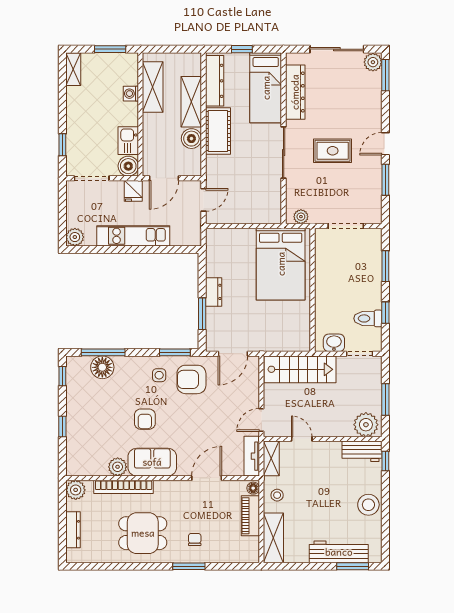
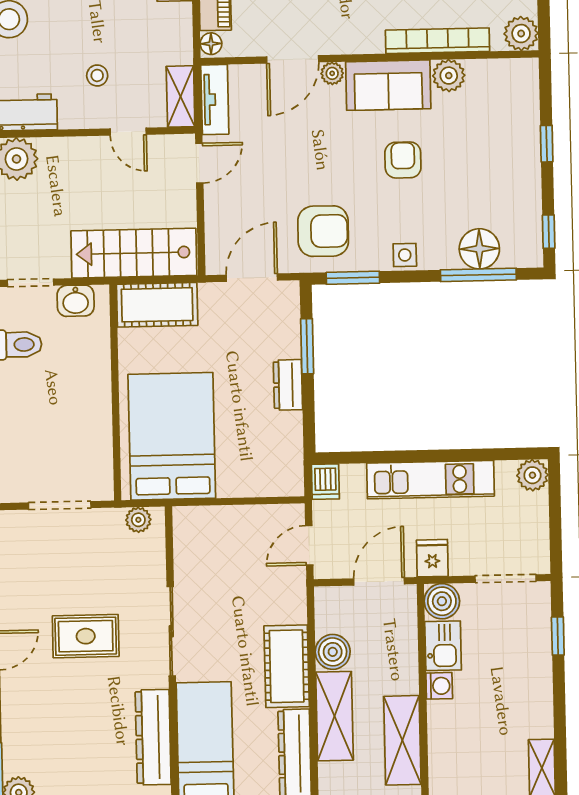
washing machine: (131, 94) -> (439, 686), moved
dishwasher: (193, 236) -> (325, 482), added
cot: (287, 339) -> (157, 305), added
side table: (159, 375) -> (405, 255), moved
plant: (184, 470) -> (332, 73), added
stool: (277, 495) -> (97, 75), moved

